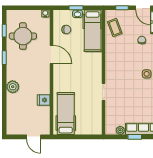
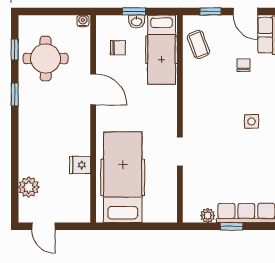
plant: (13, 87) -> (29, 187), moved
hospital bed: (66, 114) -> (123, 177), width x1.37, depth x1.29
door: (34, 137) -> (43, 226), moved

